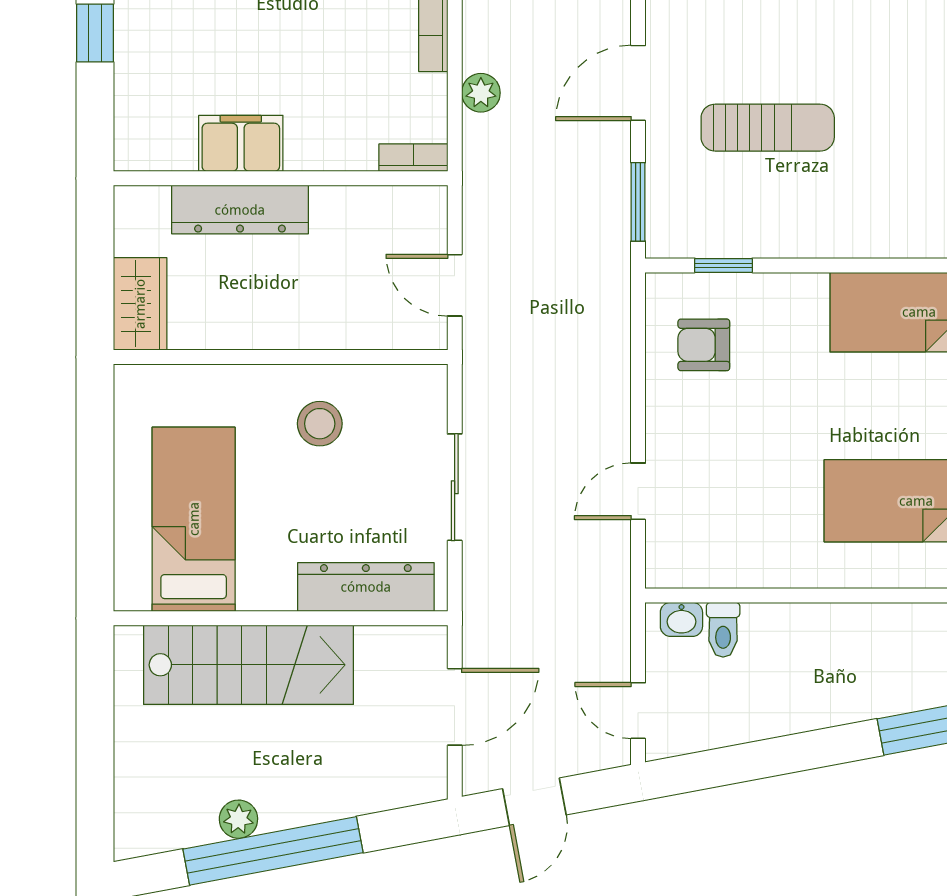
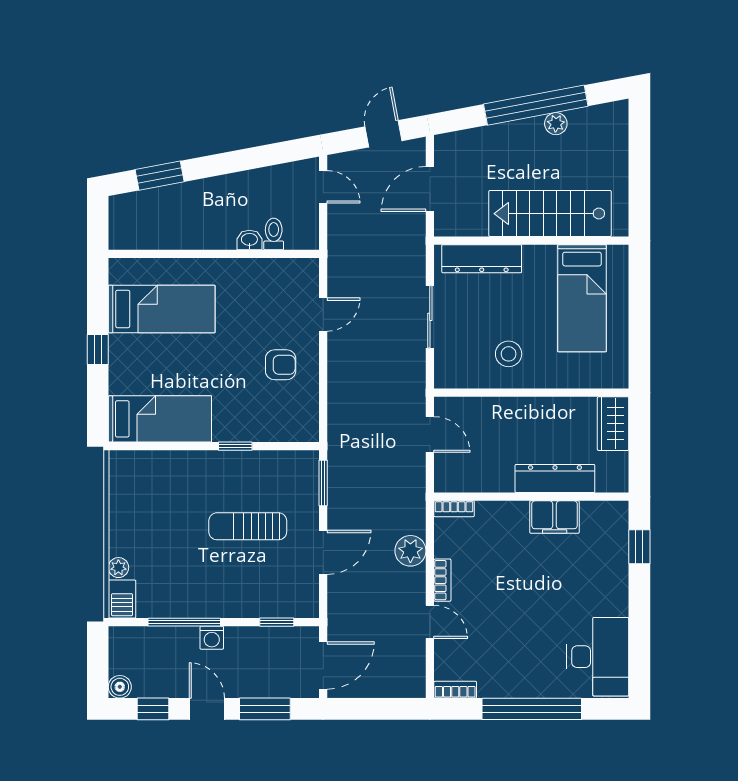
window: (95, 33) -> (639, 547), moved
plant: (481, 93) -> (410, 551), width x1.38, depth x1.38
window: (723, 265) -> (235, 446), moved
armchair: (704, 345) -> (281, 365), moved
washbasin: (681, 619) -> (249, 240), moved

